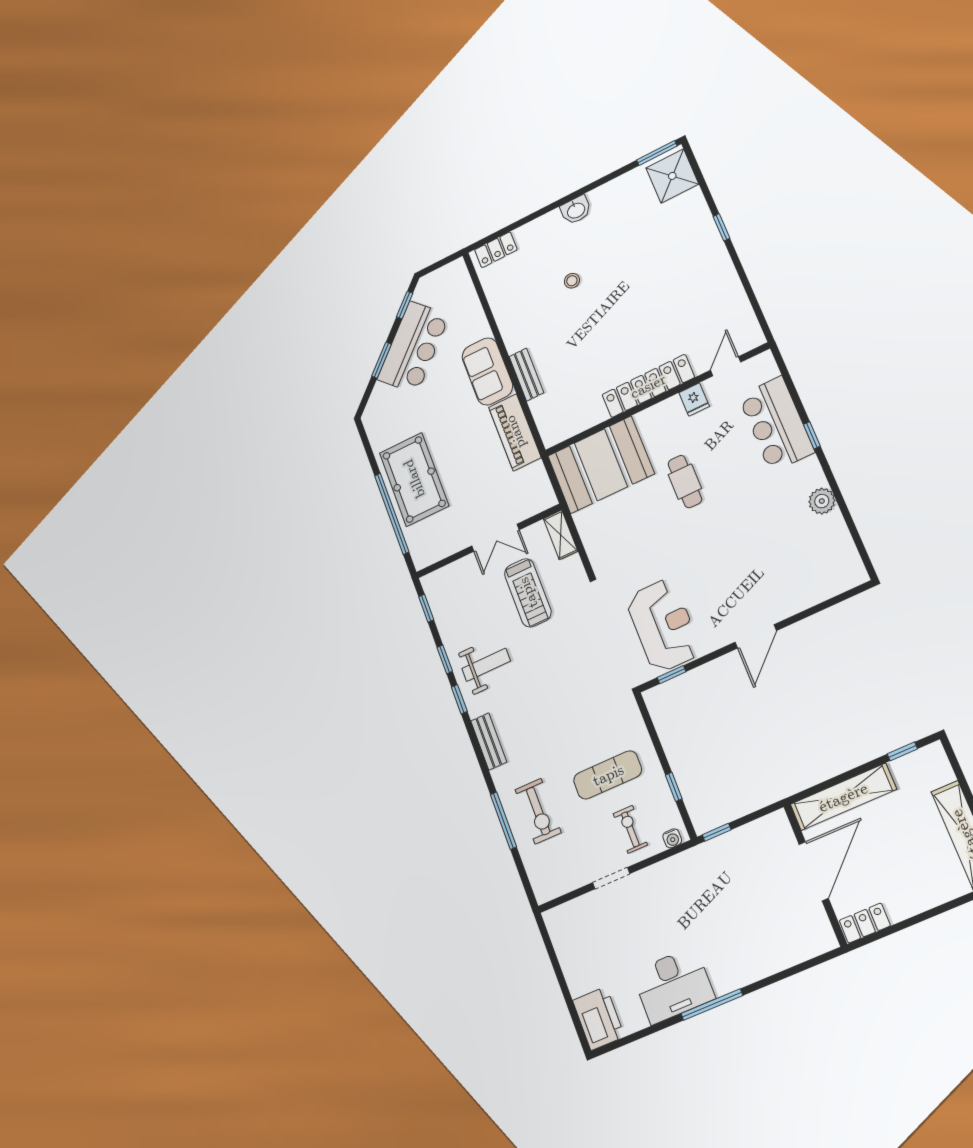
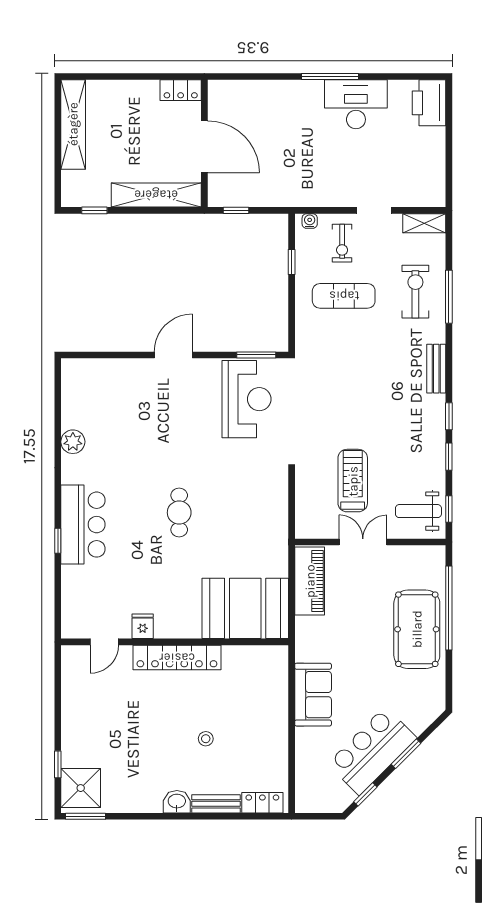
window: (721, 227) -> (58, 764), moved
door: (726, 366) -> (104, 642), moved
bench: (526, 375) -> (216, 804), moved, turned 90
locker: (648, 386) -> (177, 658), moved
fridge: (694, 399) -> (143, 626), moved
wall: (656, 400) -> (175, 642), moved
piano: (515, 432) -> (310, 581), moved
window: (812, 435) -> (58, 541), moved
booth: (601, 465) -> (245, 608), moved
shelving: (560, 535) -> (424, 223), moved, turned 90
reception desk: (663, 625) -> (247, 399), turned 180
weight bench: (486, 665) -> (418, 511), moved
window: (672, 675) -> (256, 355), width x1.50
window: (717, 832) -> (236, 210), moved
door: (814, 871) -> (204, 147), swing flipped

